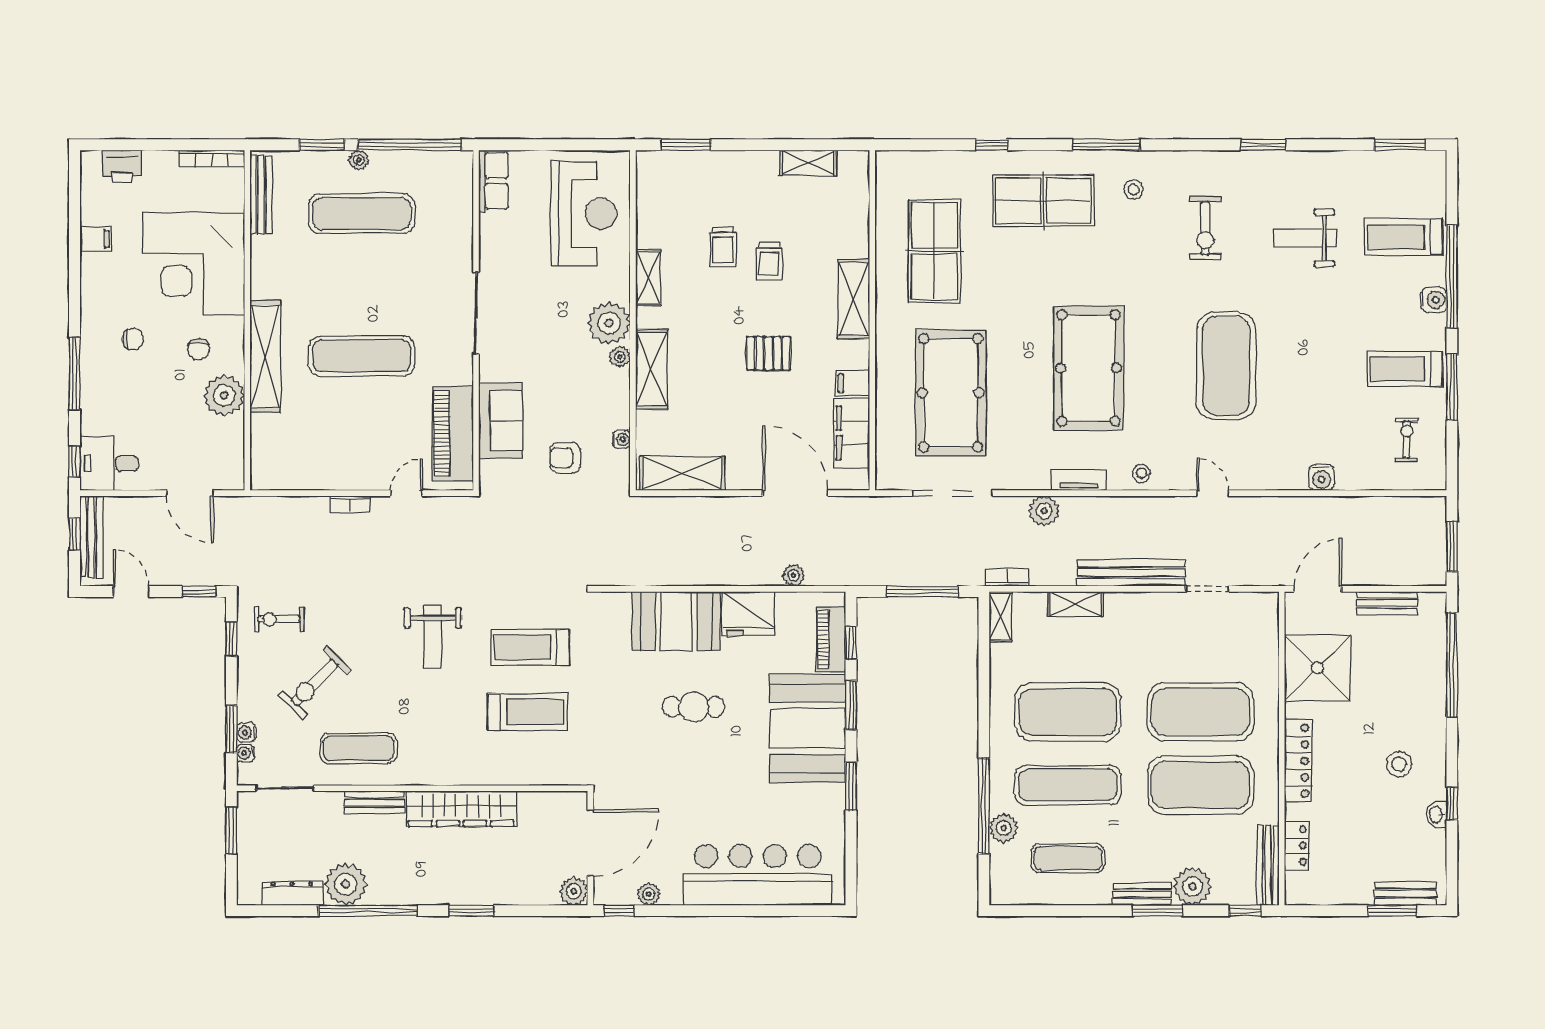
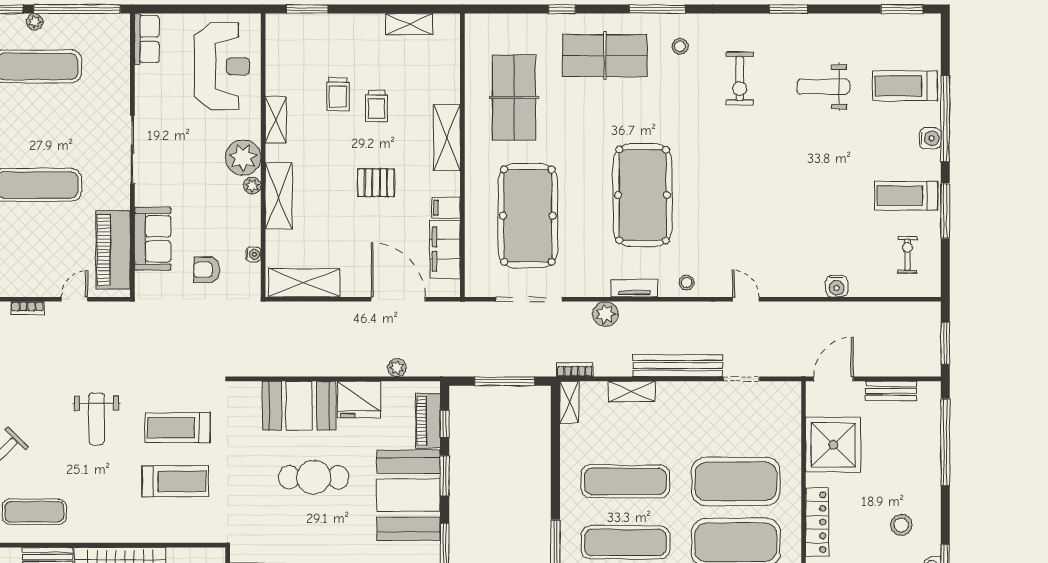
exercise mat: (1226, 366) -> (757, 193), removed
cafe table: (694, 707) -> (314, 477), width x1.37, depth x1.35
exercise mat: (1068, 712) -> (625, 481), width x0.68

